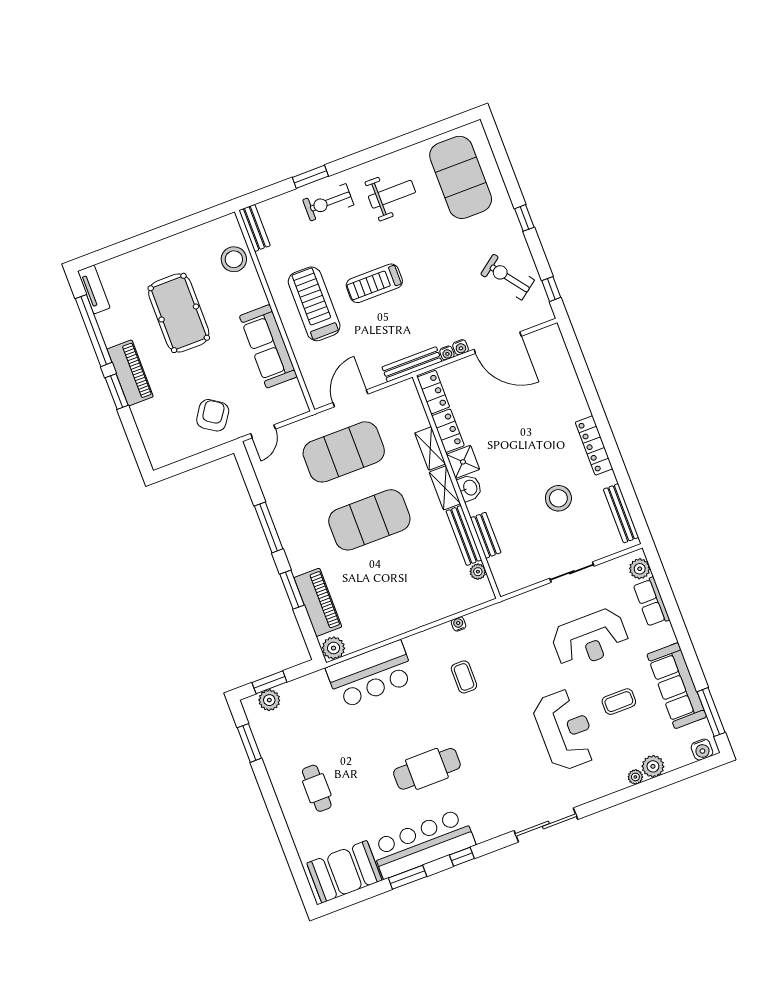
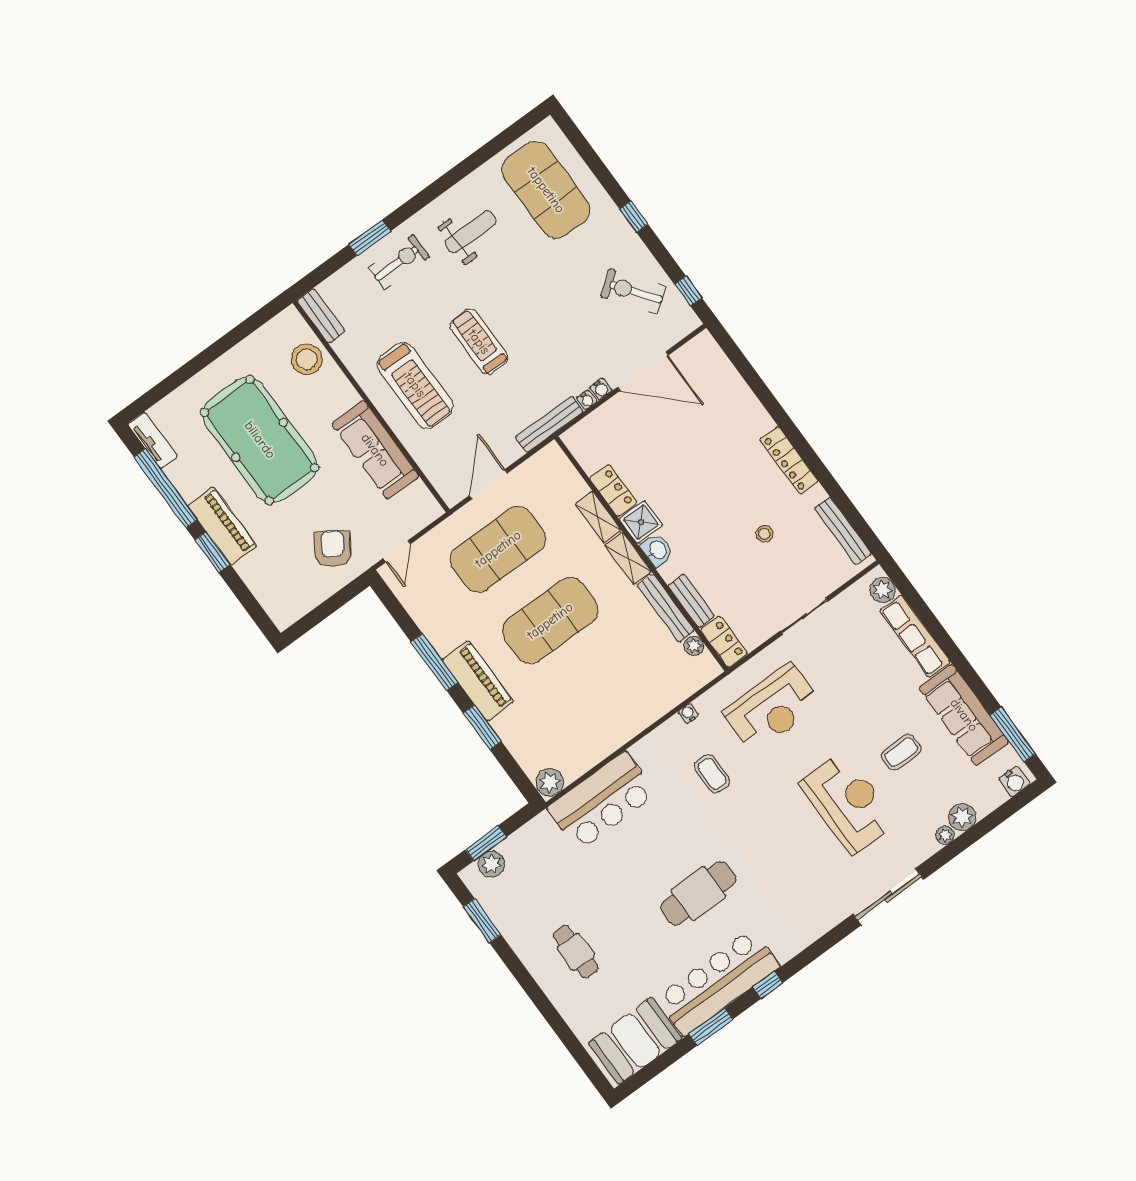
exercise bike: (328, 202) -> (399, 262), turned 180
treadmill: (374, 283) -> (479, 342), turned 90
treadmill: (314, 304) -> (415, 385), turned 180
pool table: (179, 313) -> (260, 440), width x1.36, depth x1.32
locker: (433, 392) -> (724, 642), moved
stool: (558, 498) -> (764, 534), width x0.53, depth x0.53
piano: (318, 602) -> (478, 681), moved
row of seats: (651, 602) -> (915, 636), width x1.48
reception desk: (590, 639) -> (772, 708), moved
sliding door: (546, 825) -> (888, 897), moved

